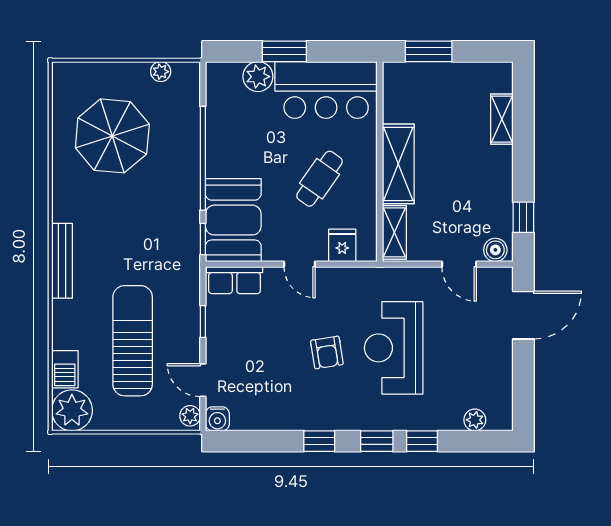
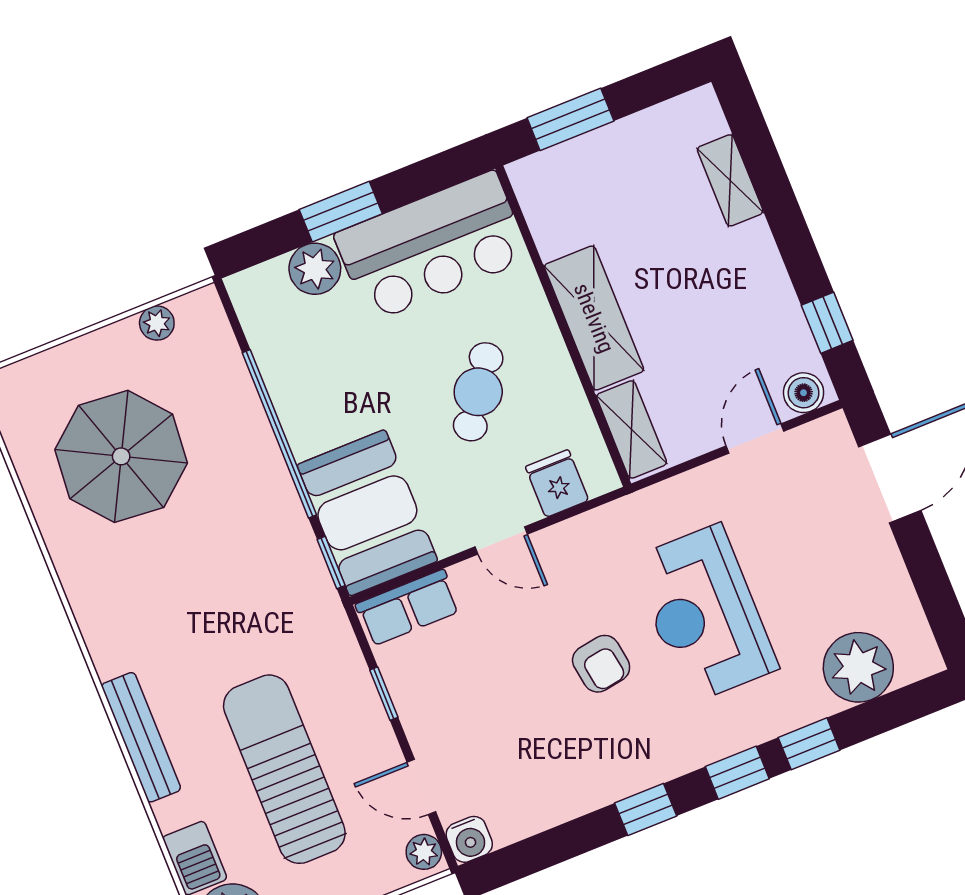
bench: (62, 261) -> (141, 737), moved
door: (459, 264) -> (755, 439), swing flipped
plant: (475, 420) -> (858, 667), width x1.88, depth x1.88

